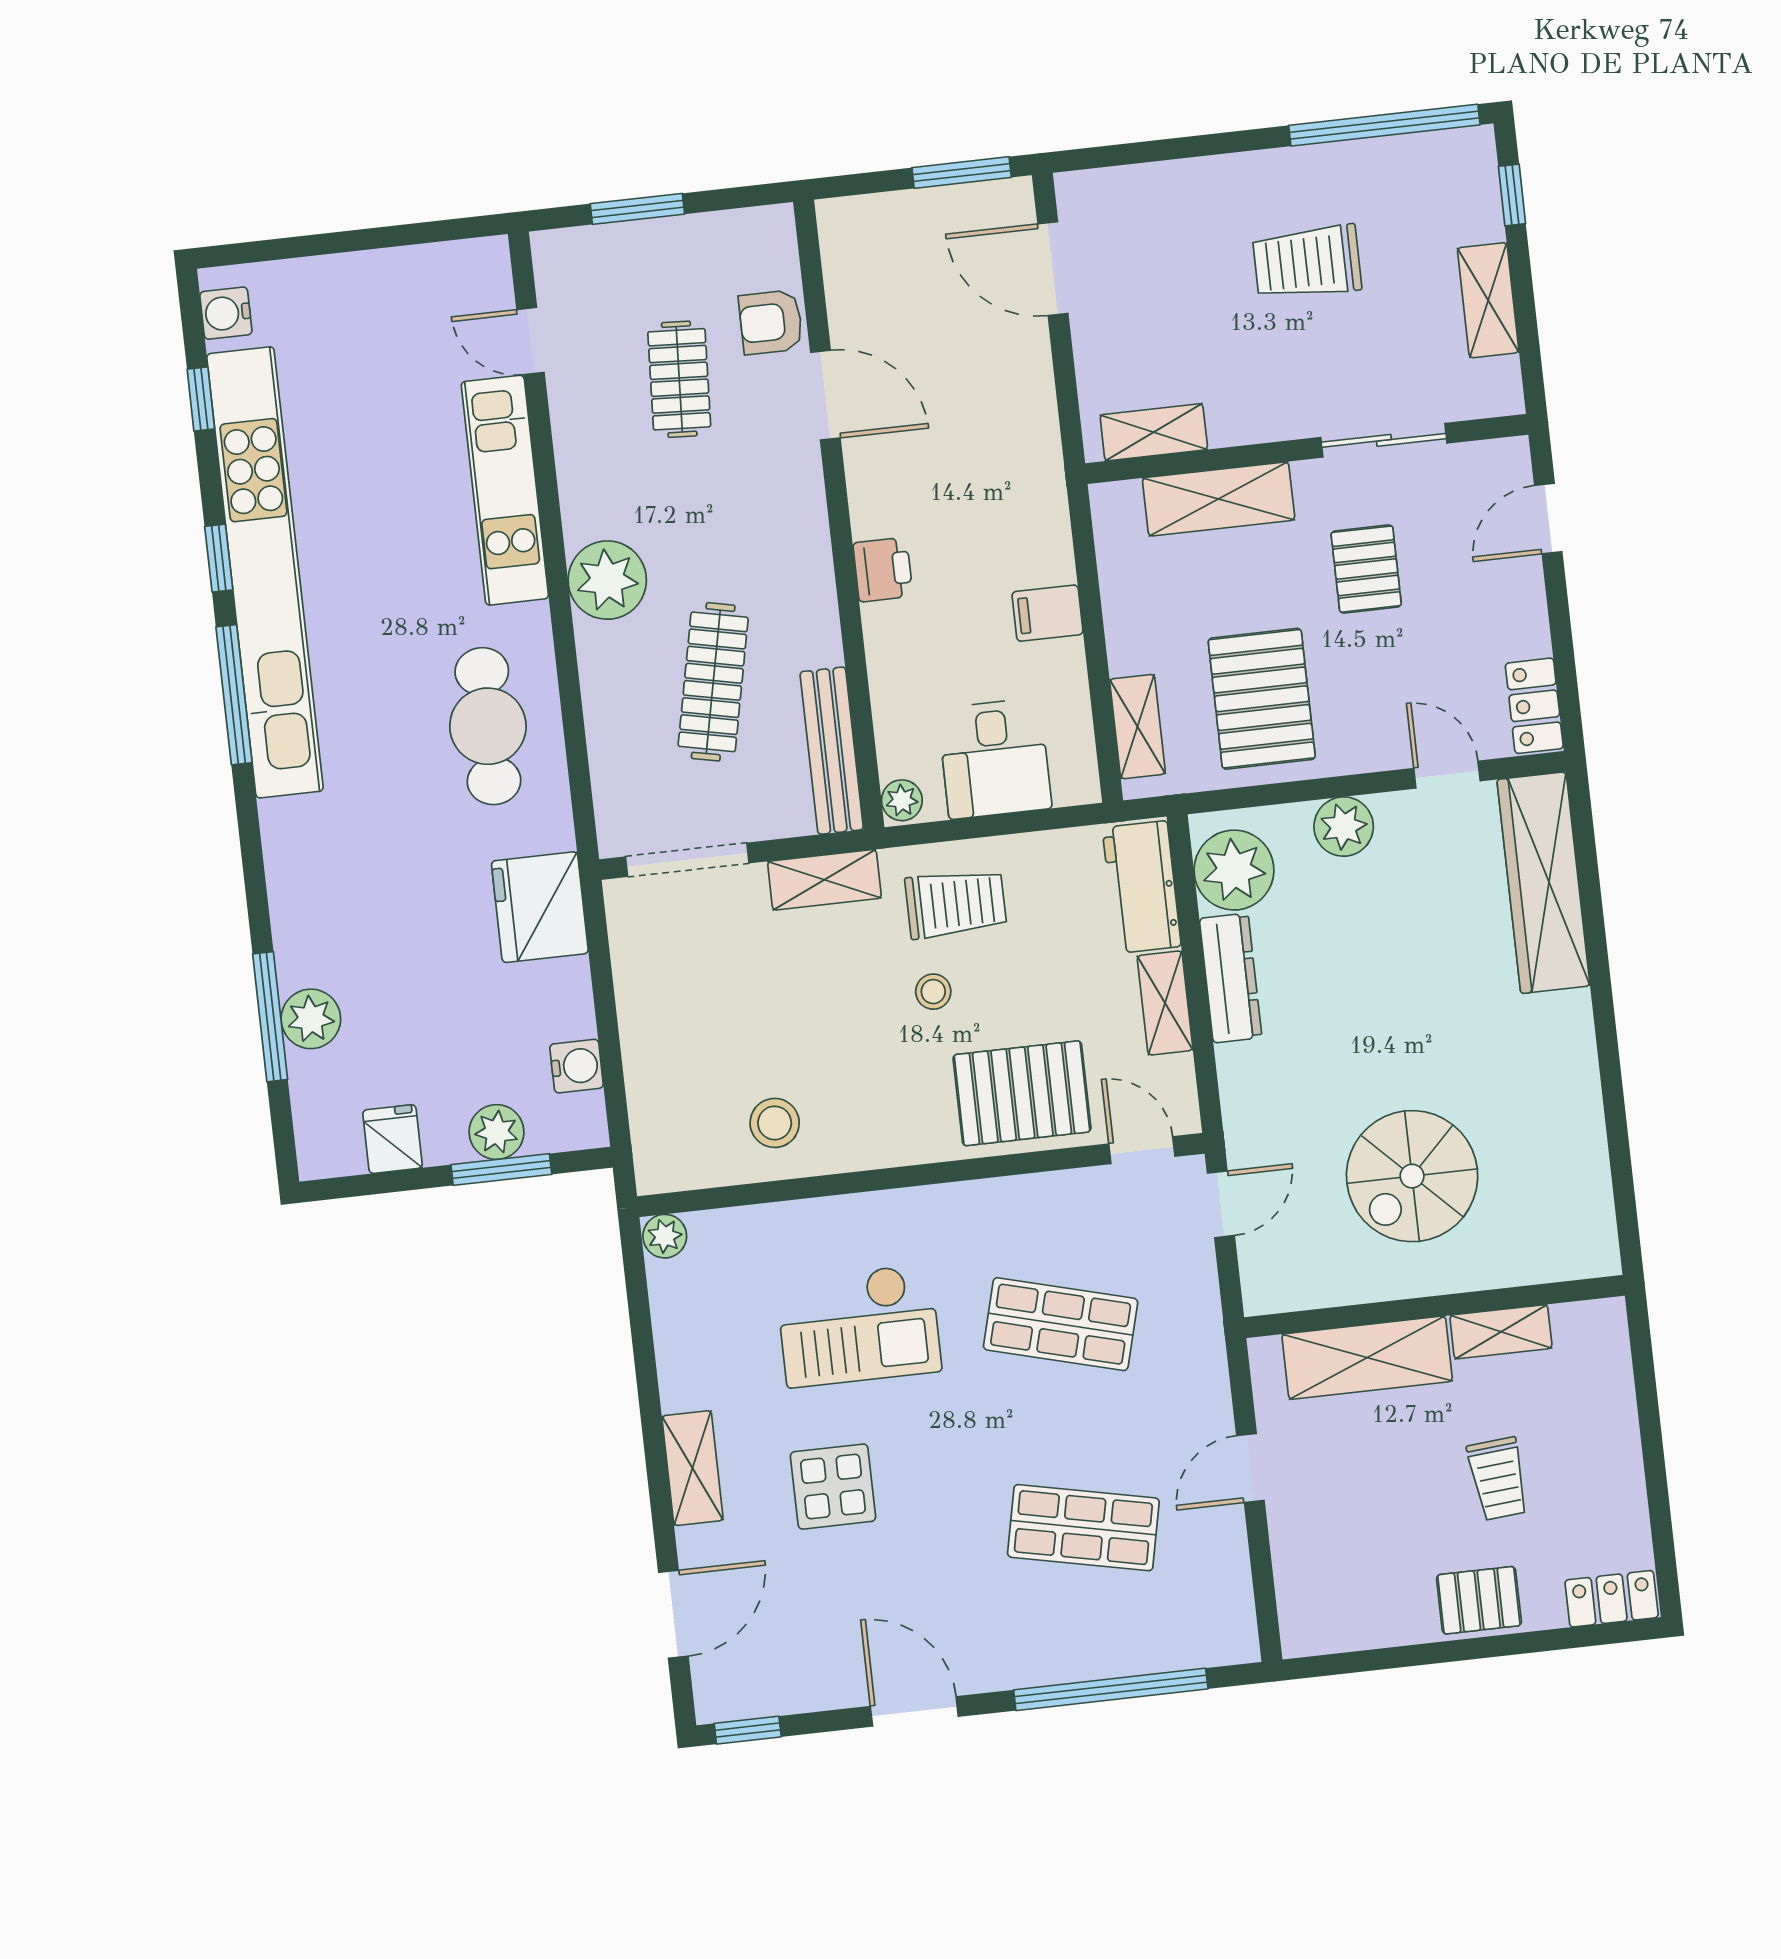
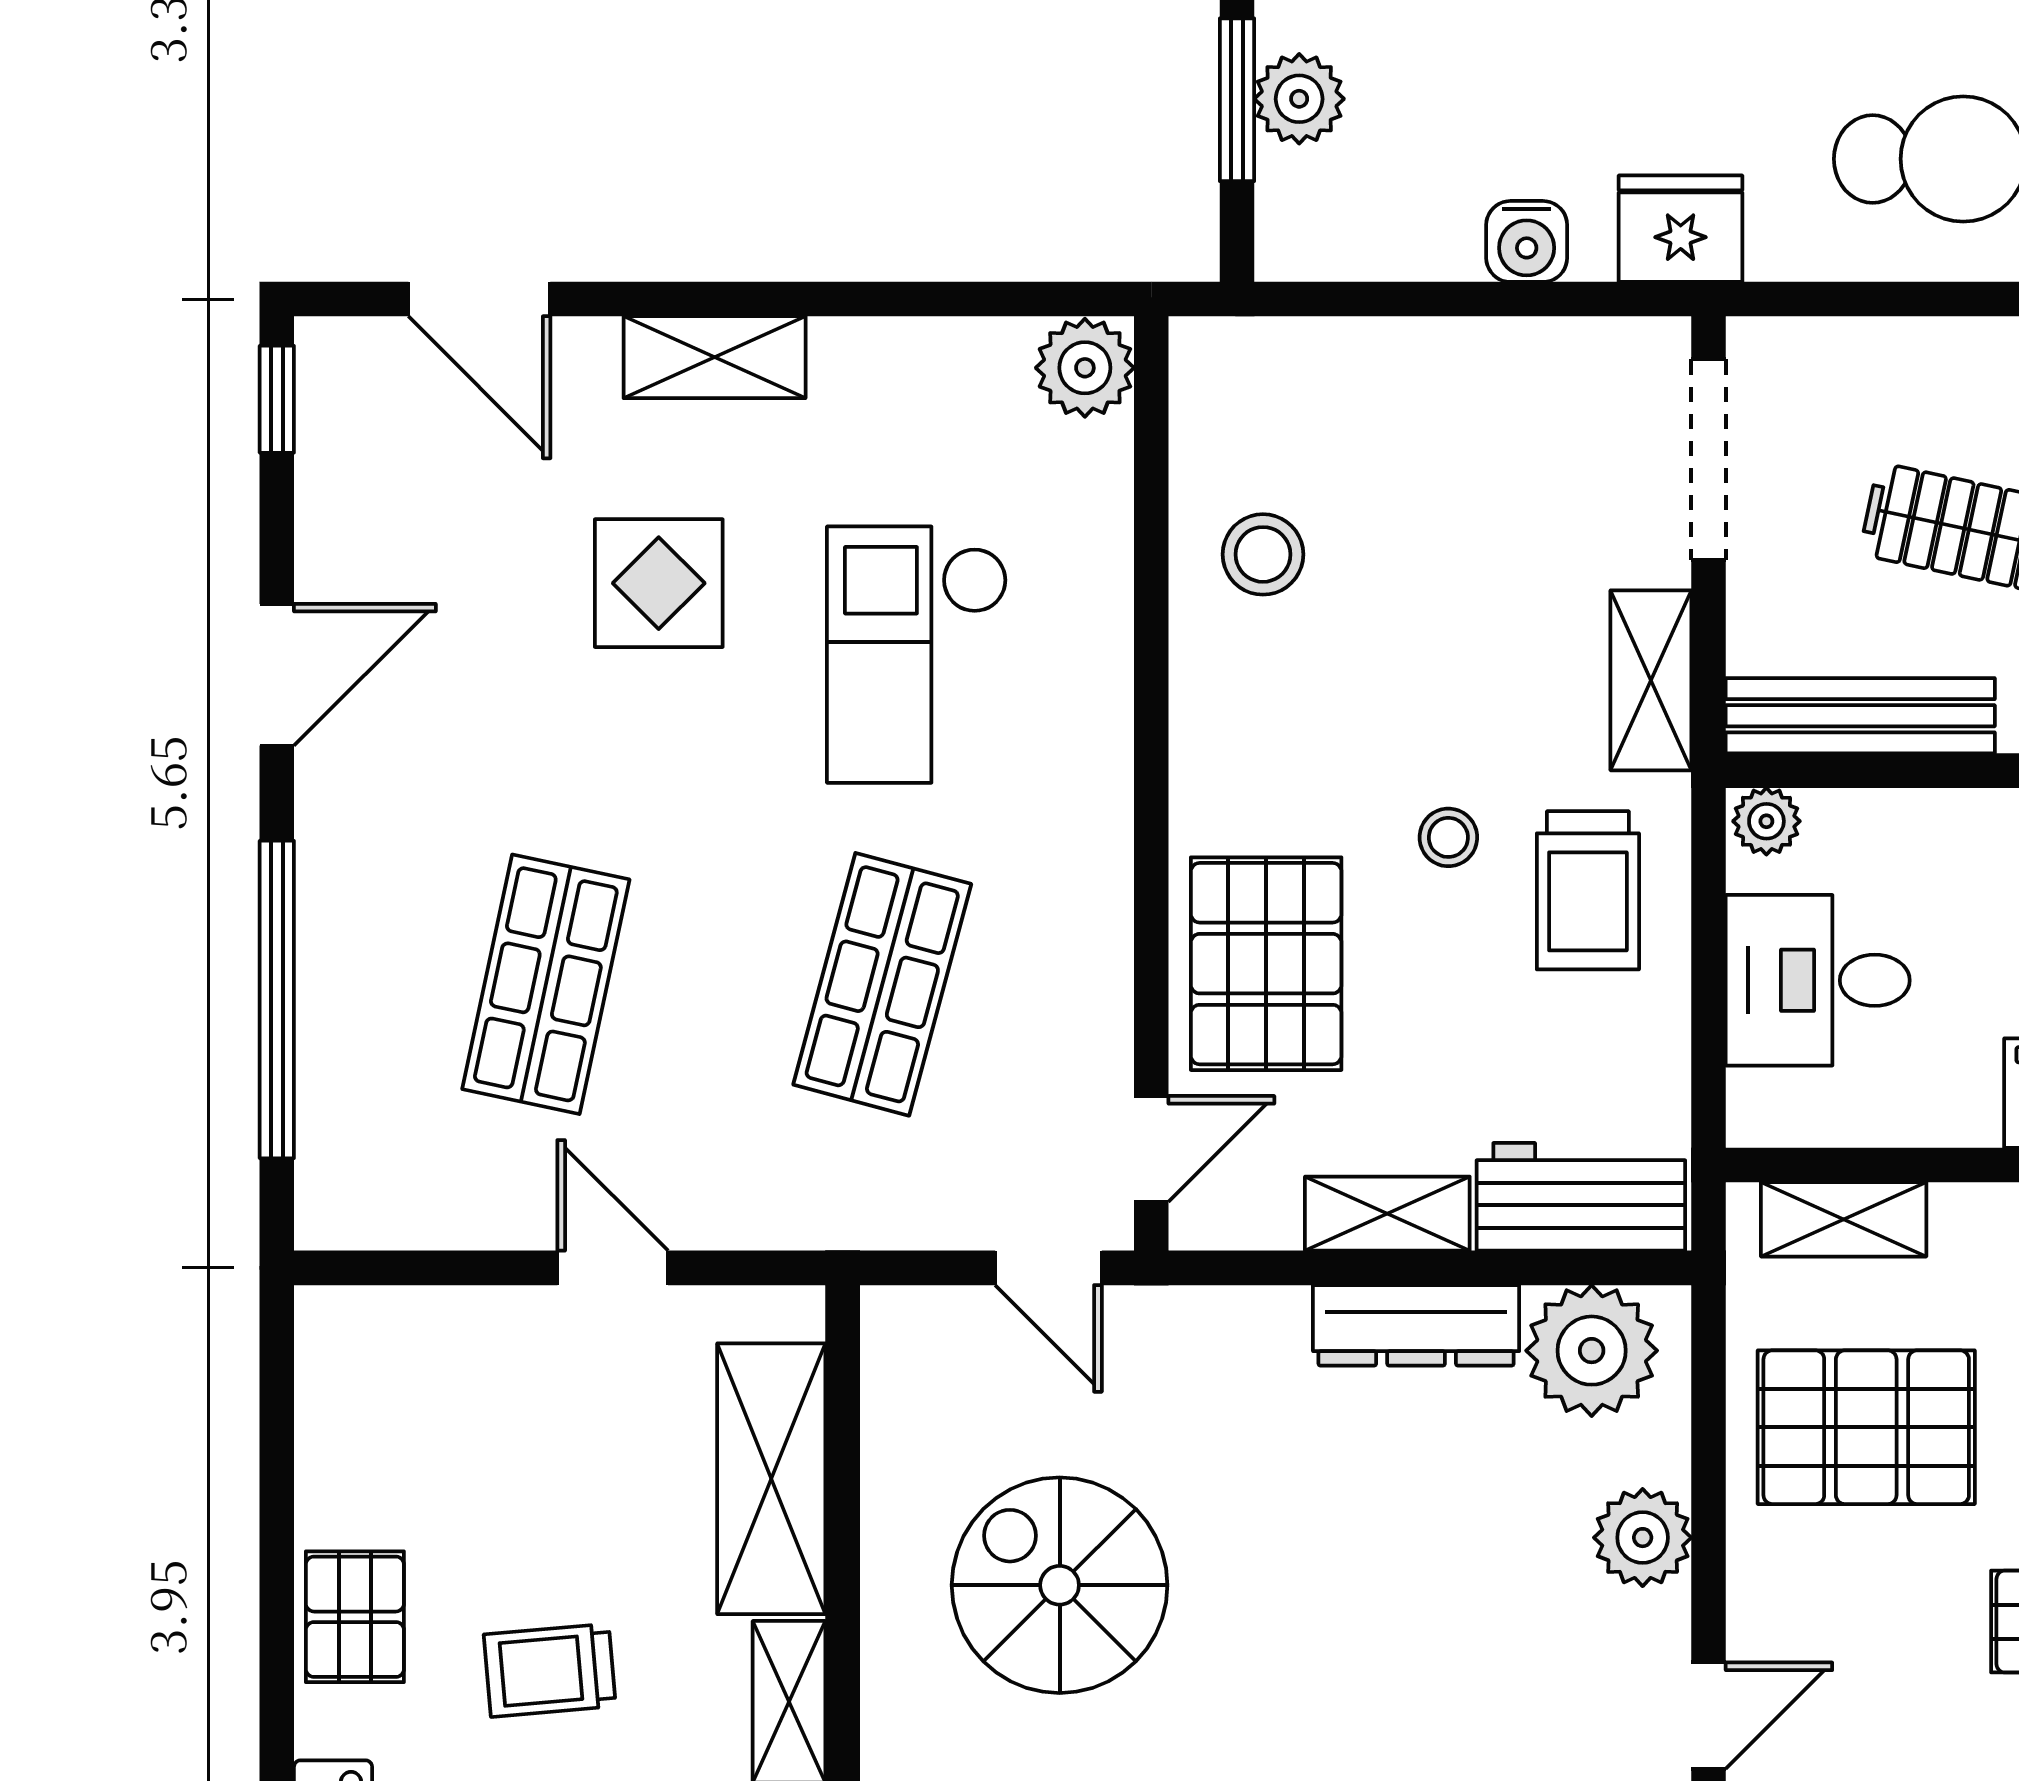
fridge: (540, 907) -> (1681, 229), width x0.73, depth x0.75
water cooler: (577, 1066) -> (1527, 241), moved
plant: (665, 1236) -> (1085, 368), width x1.38, depth x1.38

